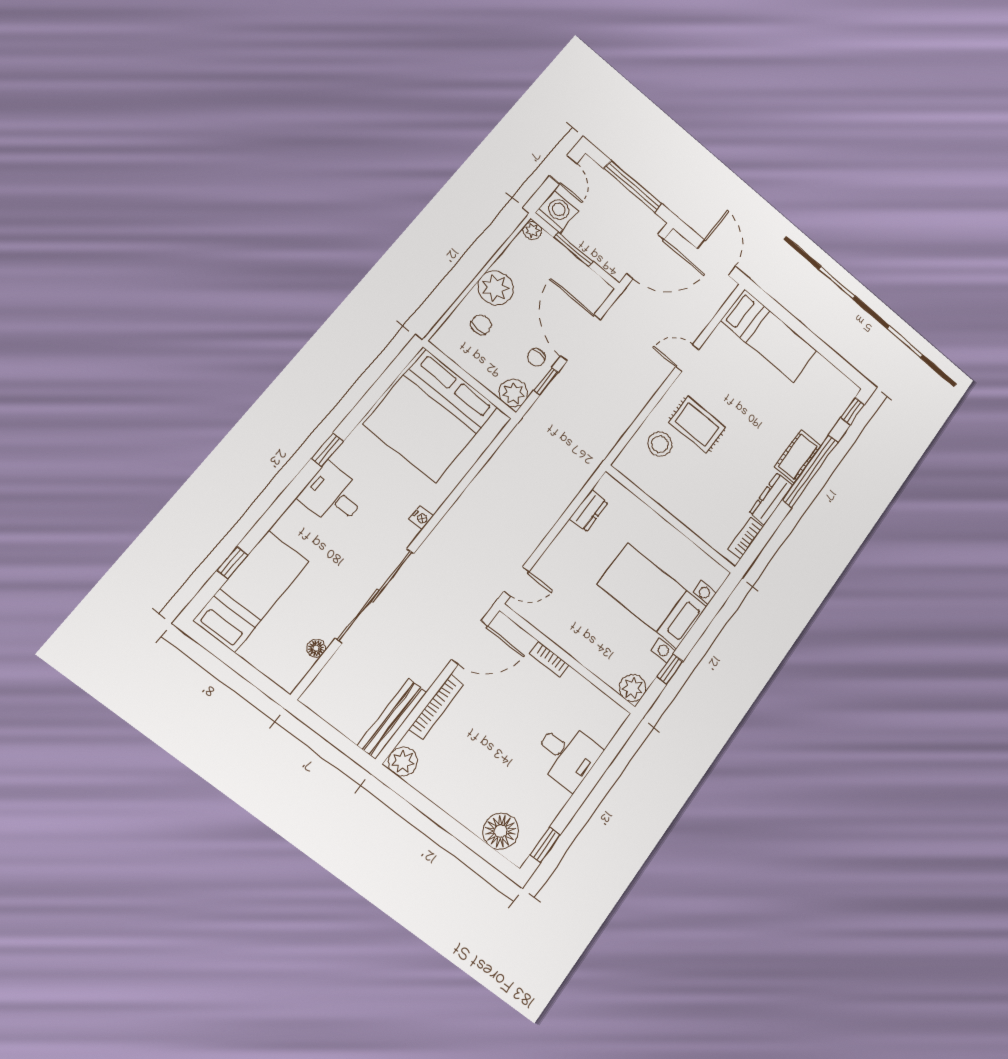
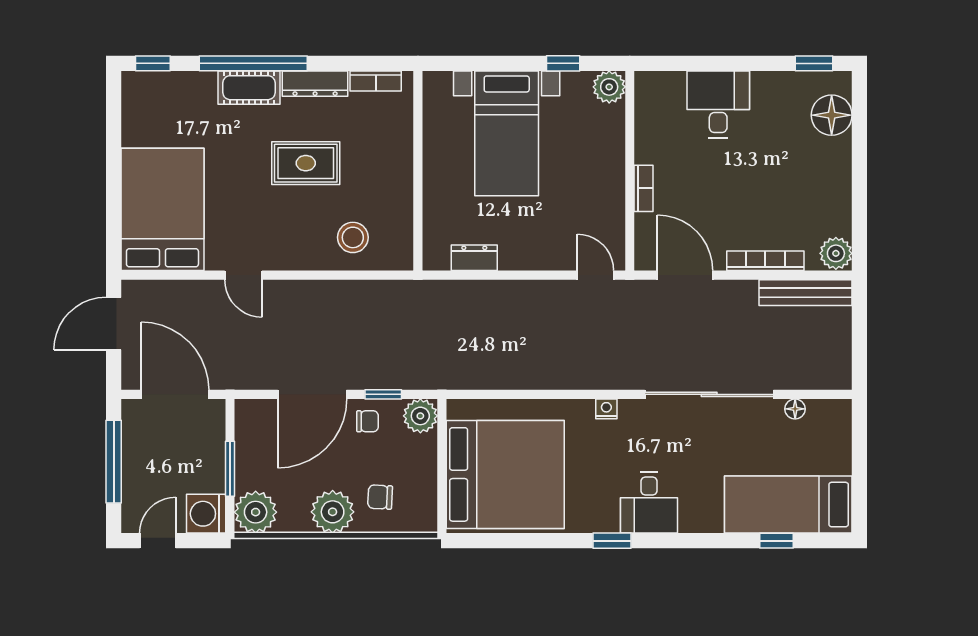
plant: (532, 231) -> (256, 512), width x1.87, depth x1.87
bed: (769, 336) -> (162, 209), width x1.50
rug: (697, 425) -> (306, 163), moved, turned 90

